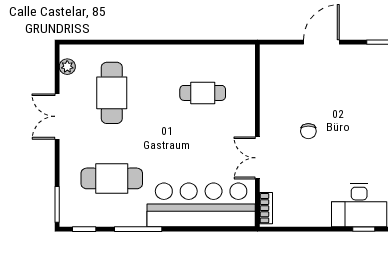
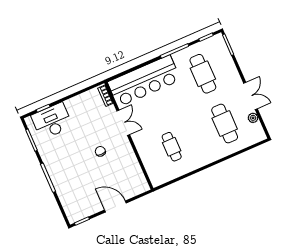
door: (321, 42) -> (115, 206), swing flipped
plant: (67, 67) -> (253, 118), moved
cafe table: (203, 93) -> (172, 147), turned 90
cafe table: (112, 178) -> (203, 74), turned 90

